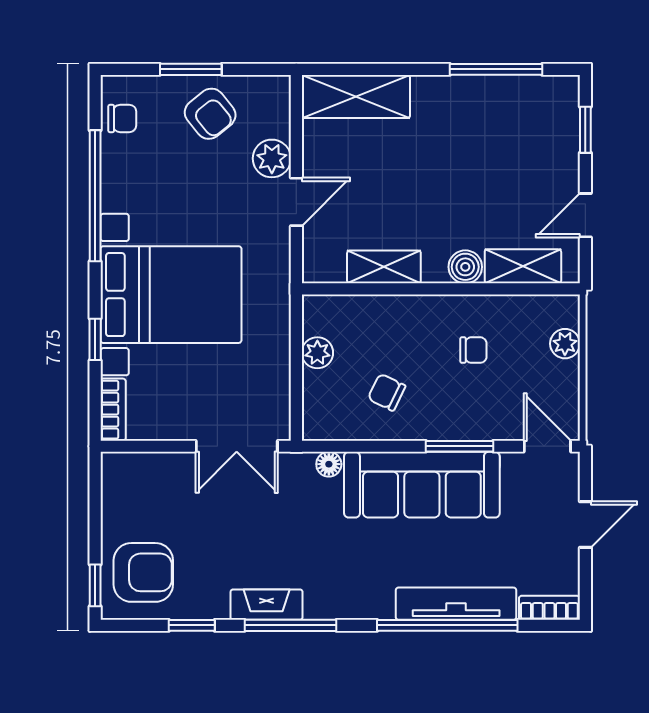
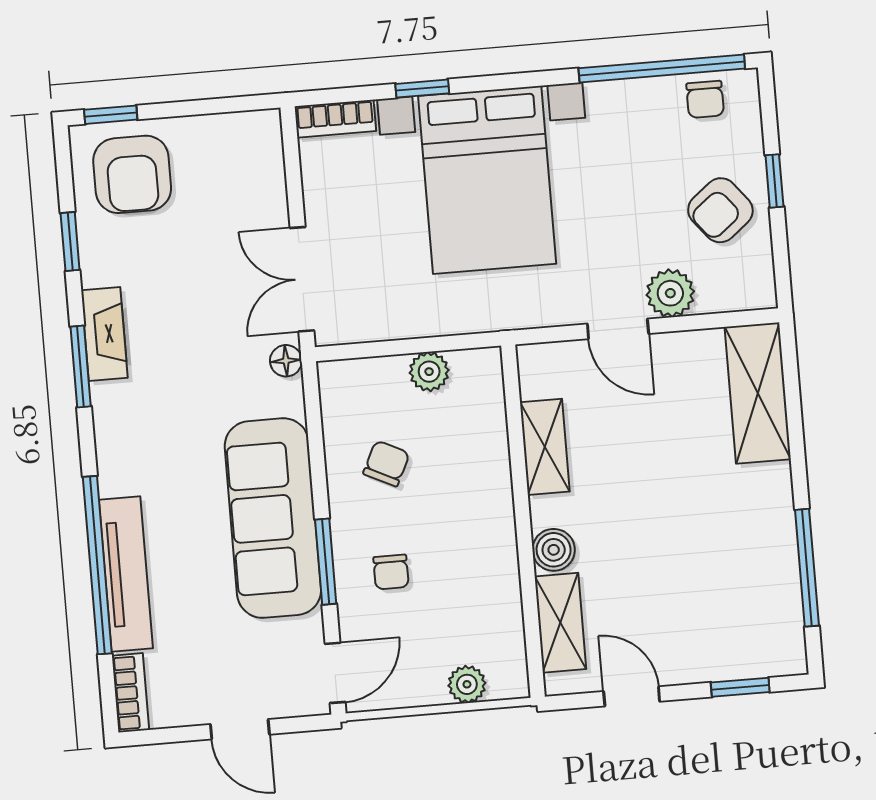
window: (191, 69) -> (774, 181), width x0.67
window: (95, 196) -> (662, 68), moved
chair: (473, 350) -> (391, 572), moved
floor lamp: (329, 464) -> (286, 361), moved
window: (290, 625) -> (81, 366), width x0.69

